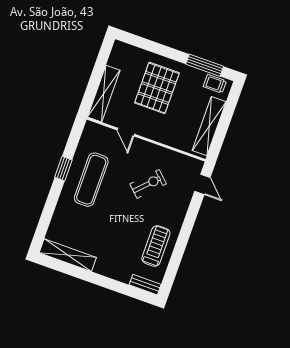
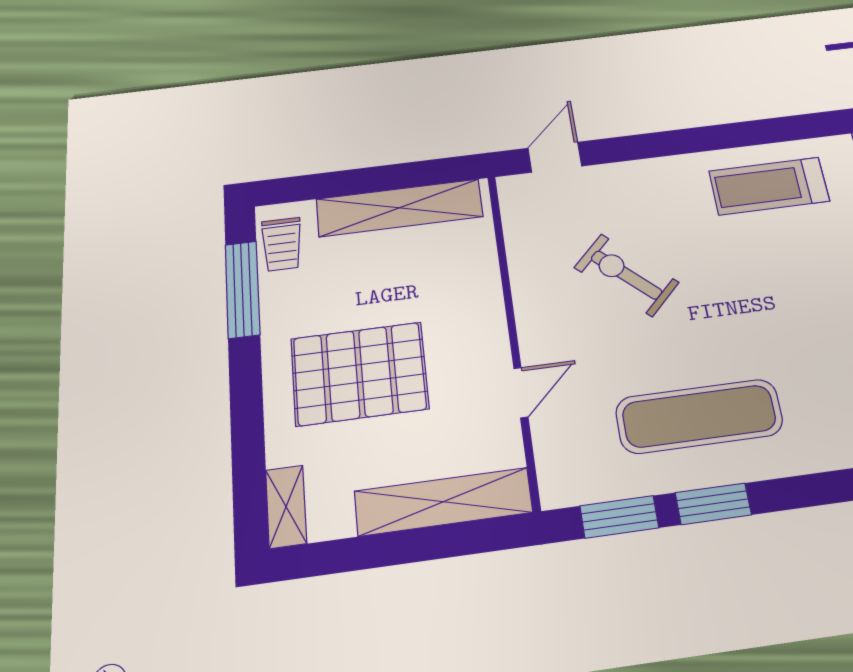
shelving: (126, 49) -> (286, 507), added
window: (73, 140) -> (619, 517), added

